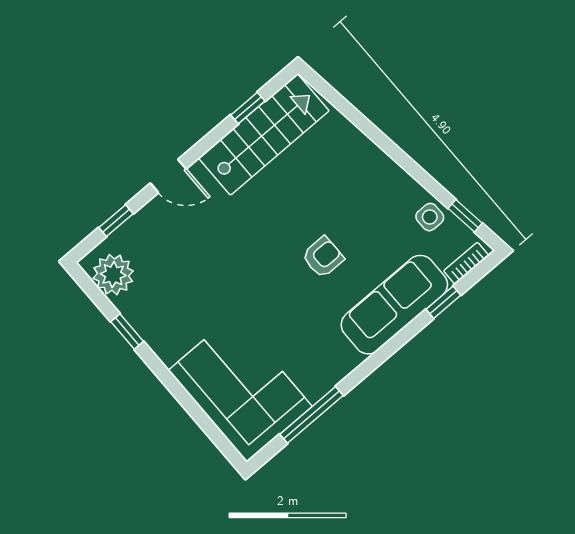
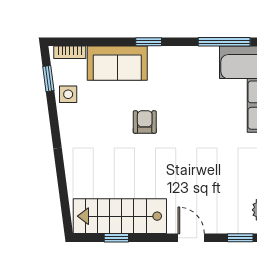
armchair: (323, 257) -> (145, 122), turned 90
window: (443, 302) -> (149, 42), moved
sofa: (394, 305) -> (117, 63), width x0.73

